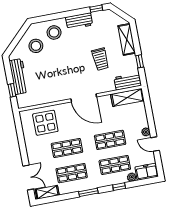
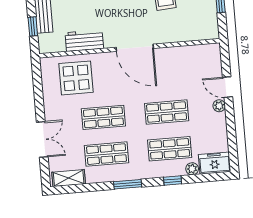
workbench: (128, 82) -> (84, 41), moved
shelving: (127, 97) -> (198, 54), removed
door: (155, 144) -> (227, 87), moved
double door: (28, 178) -> (42, 139), moved

